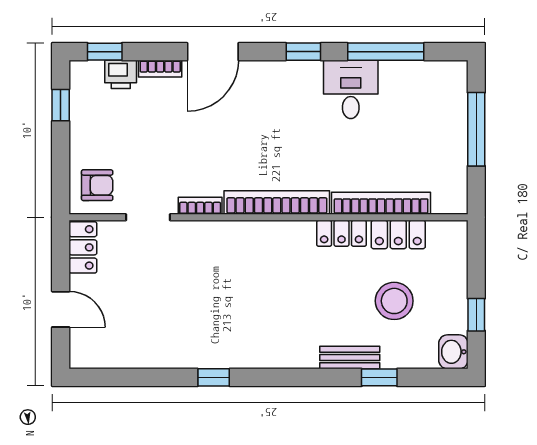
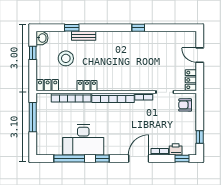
desk: (351, 89) -> (83, 140), width x1.87, depth x1.30
window: (476, 129) -> (33, 117), moved
locker: (398, 234) -> (48, 85), moved

